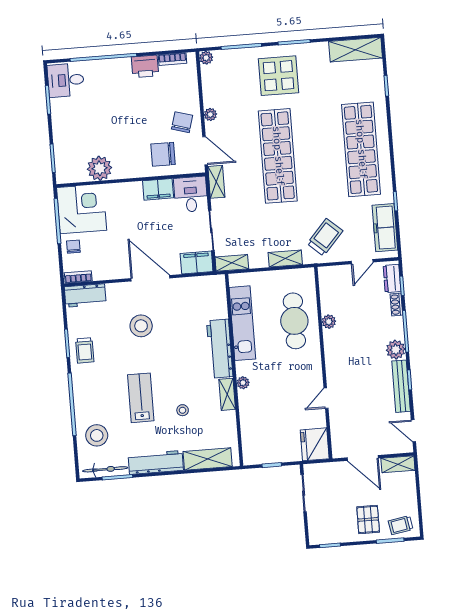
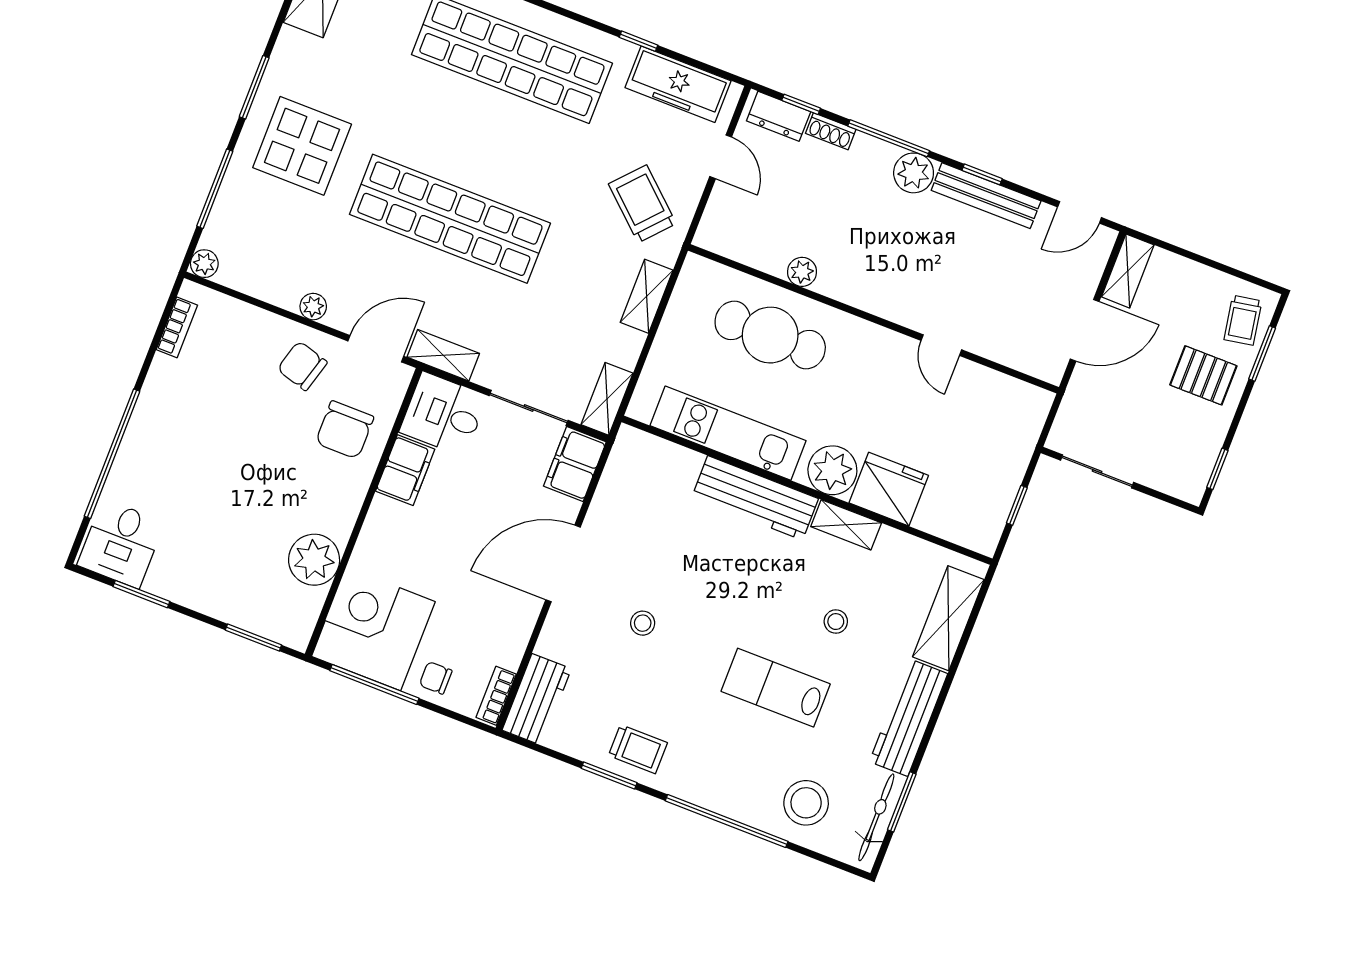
printer: (145, 66) -> (166, 385), removed
stool: (141, 326) -> (643, 623), width x0.53, depth x0.53
plant: (243, 383) -> (832, 470), width x1.87, depth x1.87
fridge: (315, 444) -> (889, 489), moved, turned 180

